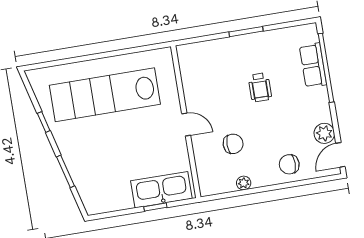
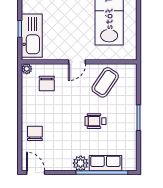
coffee table: (207, 83) -> (105, 82), added
plant: (324, 133) -> (81, 163), moved
chair: (233, 144) -> (47, 83), moved
plant: (244, 183) -> (27, 69), moved

